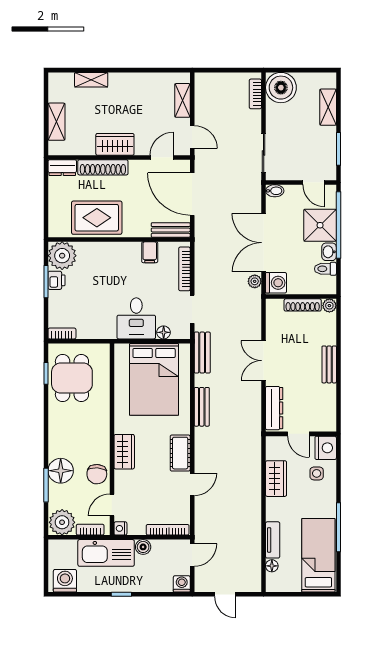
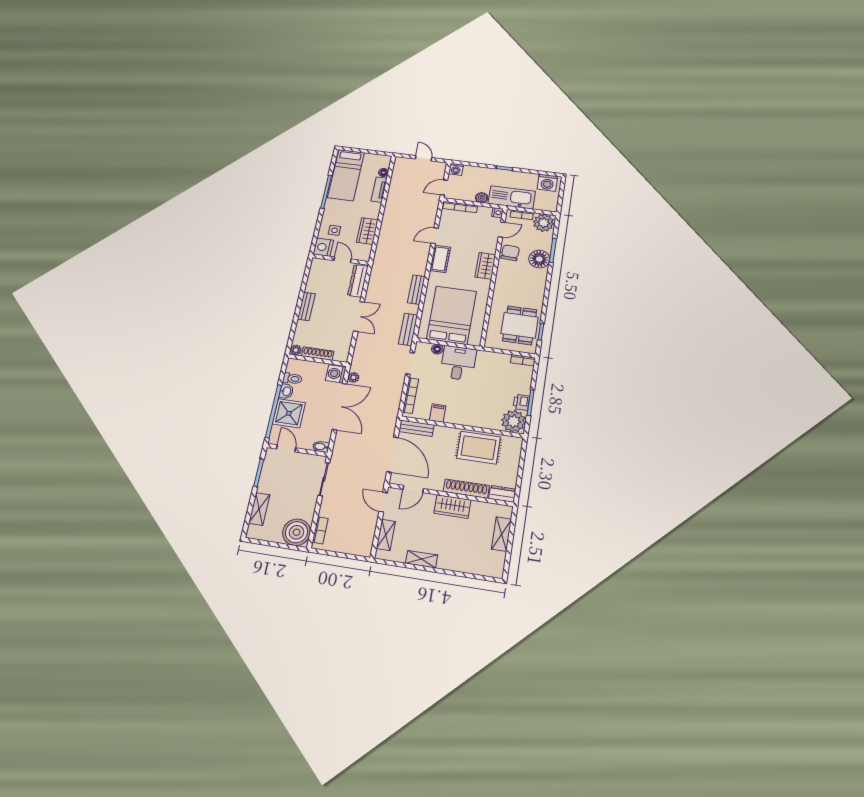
shelving: (91, 80) -> (422, 559), moved

